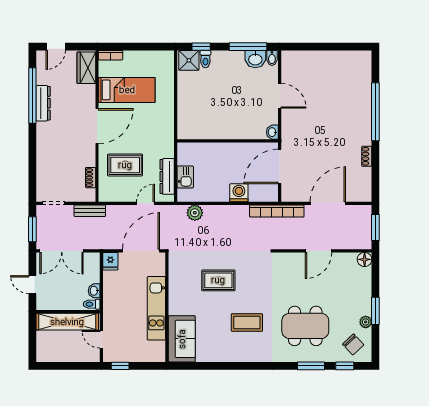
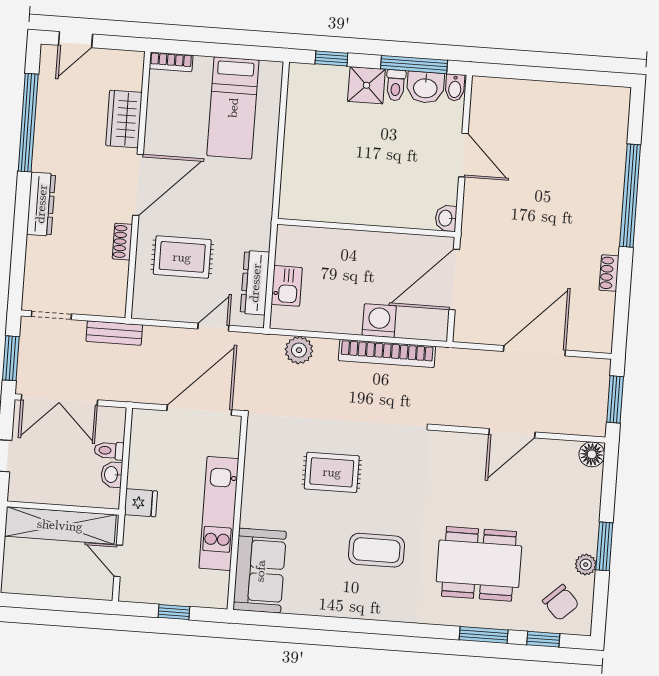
toilet: (205, 59) -> (396, 85), moved
shower: (189, 60) -> (366, 85), moved
wardrobe: (86, 68) -> (124, 119), moved
bed: (127, 90) -> (233, 108), moved, turned 90
dresser: (43, 103) -> (41, 204), moved
shoe rack: (91, 178) -> (122, 242), moved
bookcase: (277, 211) -> (387, 353), moved
fridge: (110, 261) -> (141, 503), moved, turned -90
toilet: (92, 304) -> (109, 451), moved
window: (120, 366) -> (174, 612), moved

